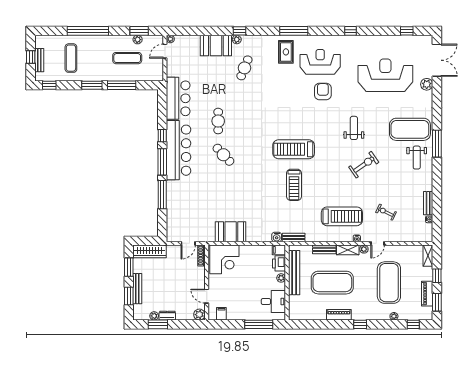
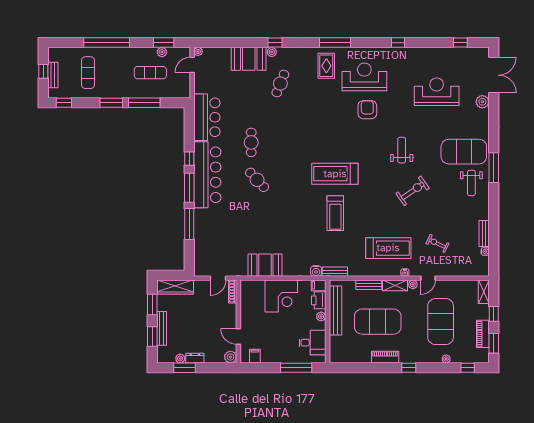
reception desk: (385, 75) -> (437, 92), width x0.74, depth x0.77
corner desk: (224, 259) -> (281, 296), moved

